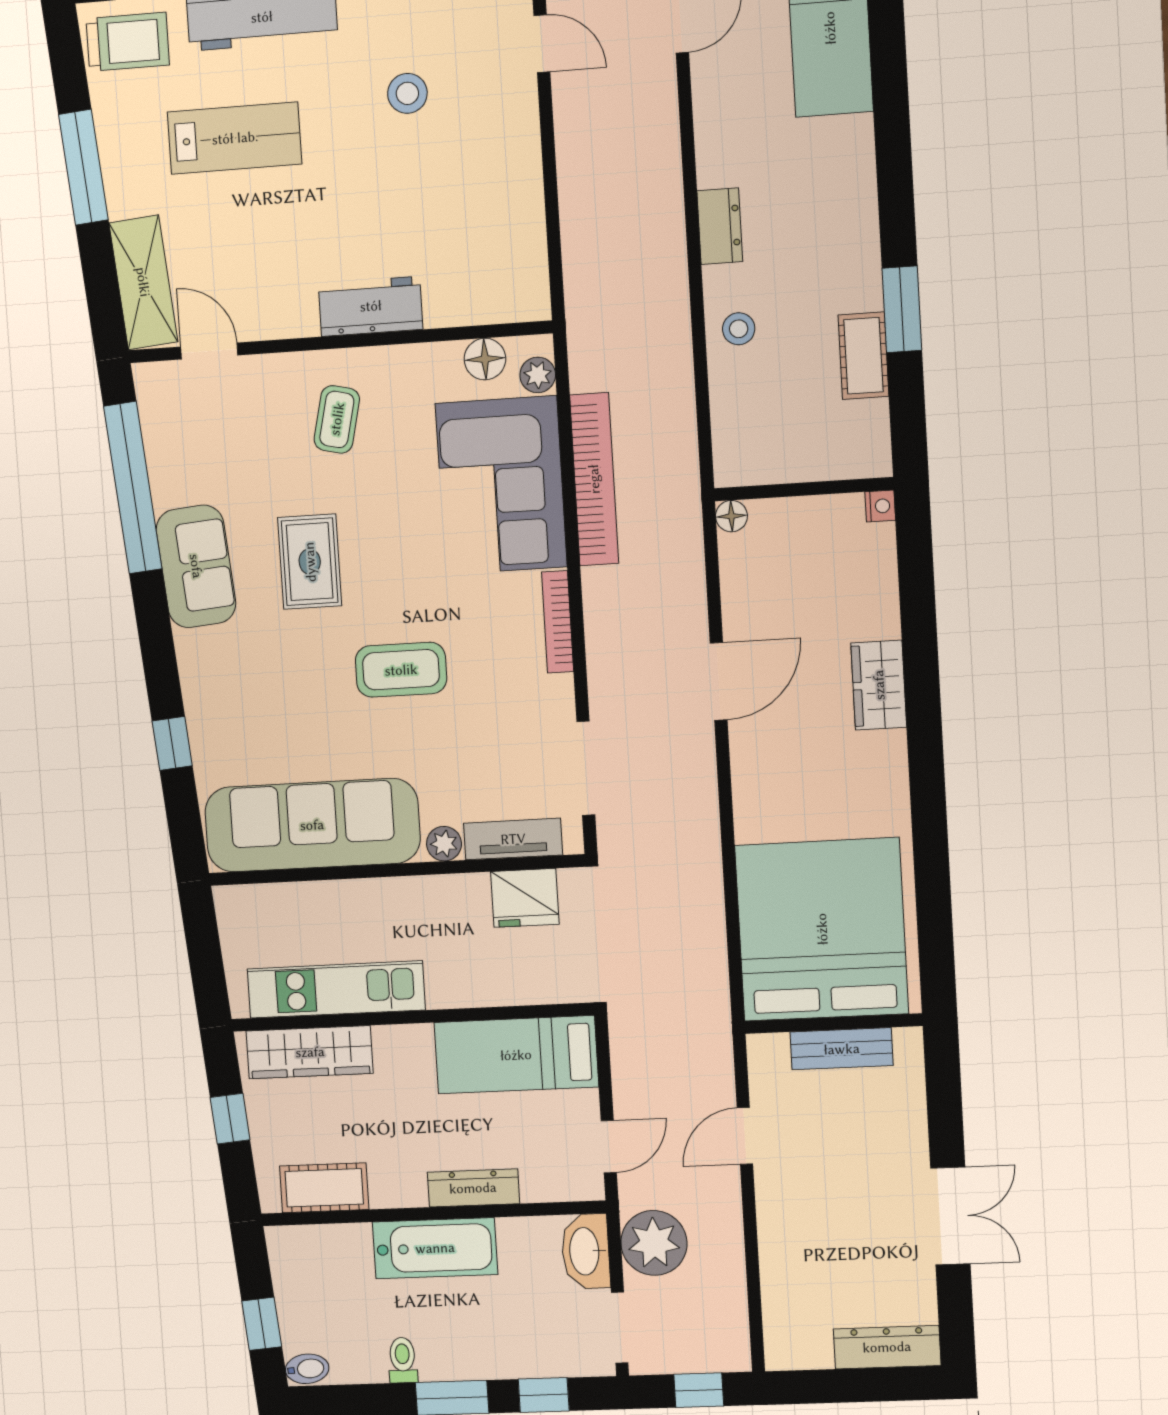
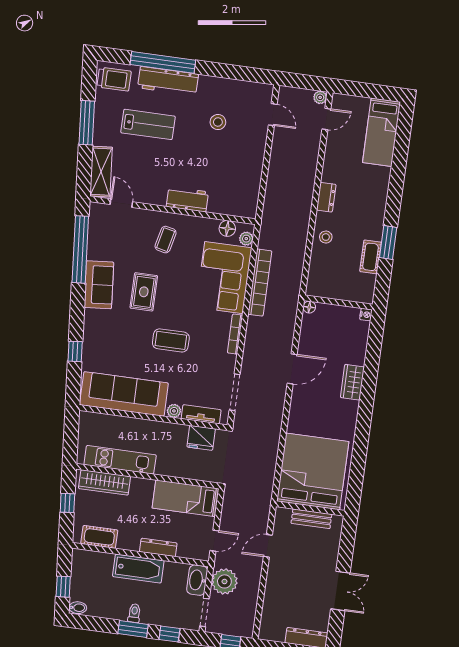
toilet: (403, 1360) -> (134, 613), moved

